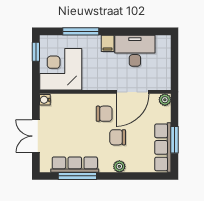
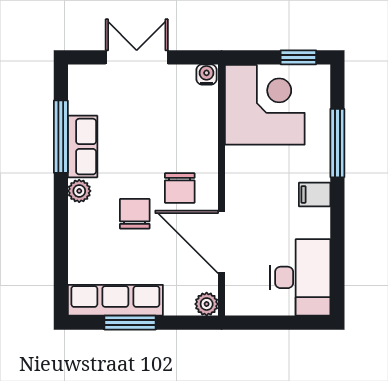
desk: (135, 51) -> (300, 277), moved
row of seats: (75, 165) -> (83, 147), width x0.68
plant: (119, 166) -> (79, 191), moved

